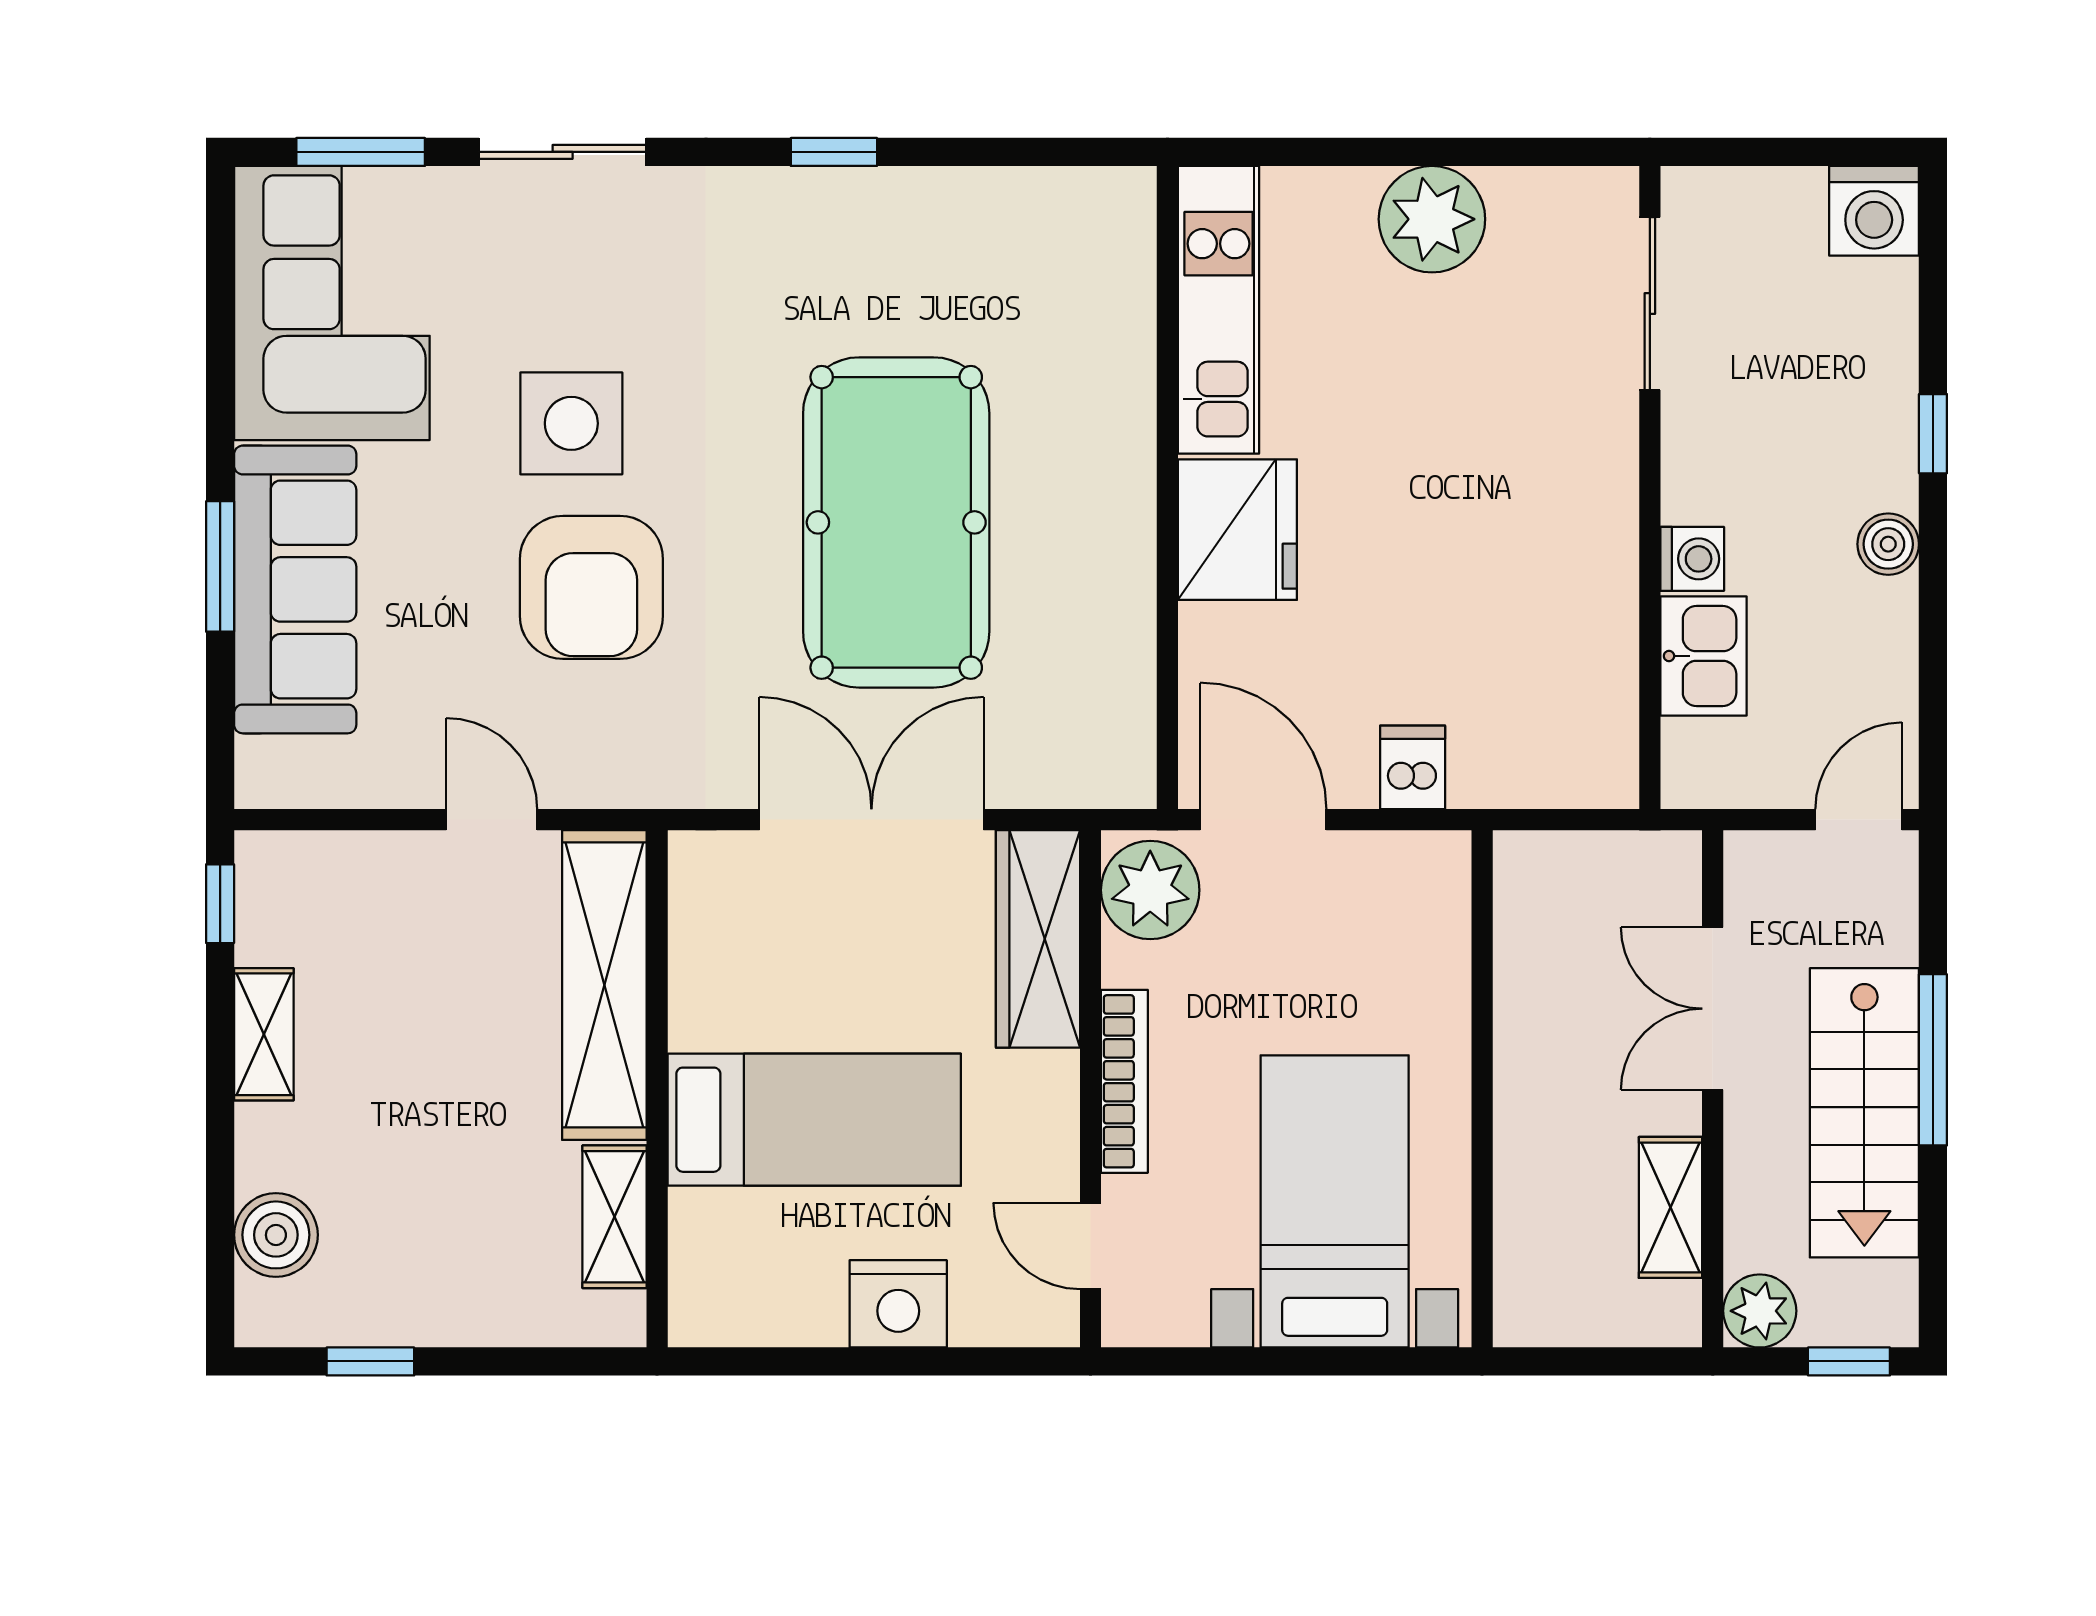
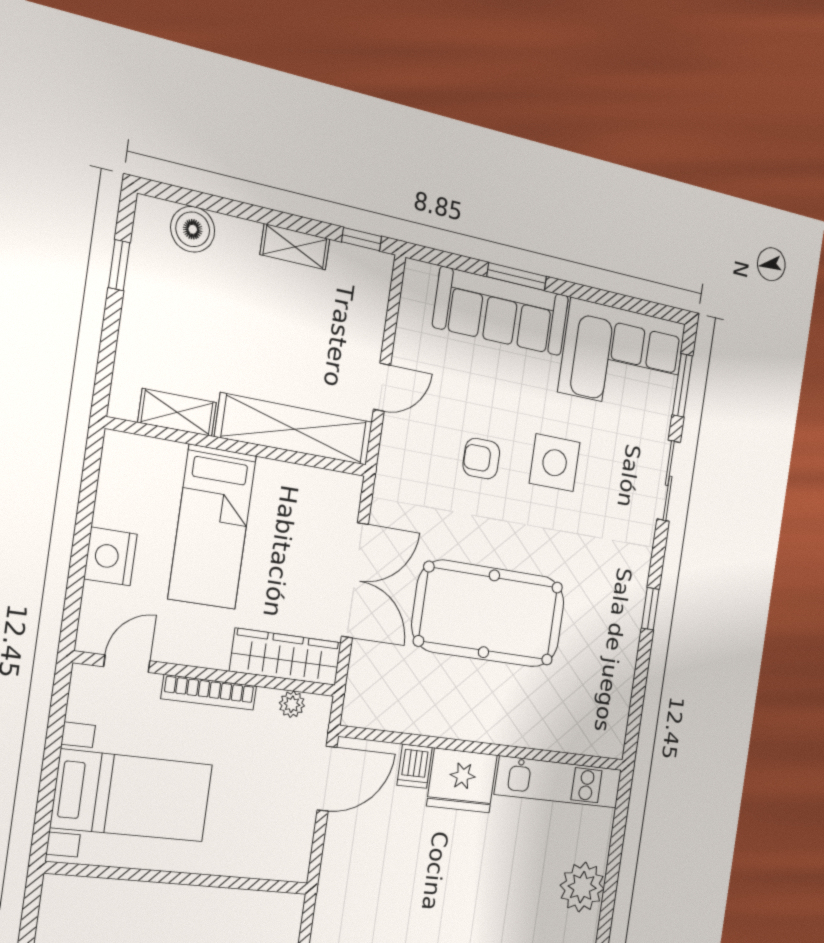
armchair: (591, 587) -> (481, 459), width x0.53, depth x0.53
dishwasher: (1413, 767) -> (415, 766), moved, turned 90
plant: (1150, 890) -> (292, 704), width x0.53, depth x0.53

